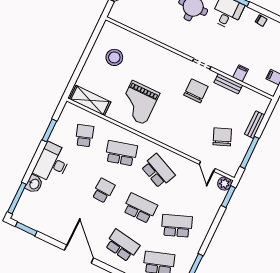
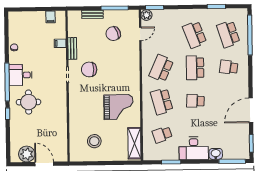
school desk: (122, 246) -> (229, 67), width x0.54
door: (79, 254) -> (251, 110), moved

